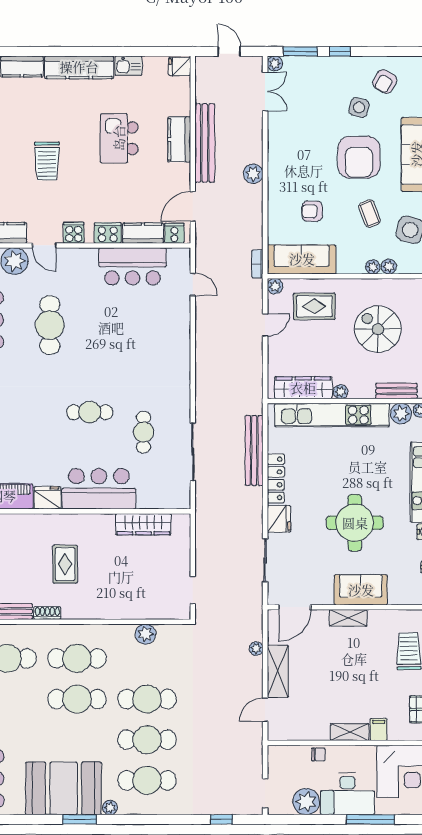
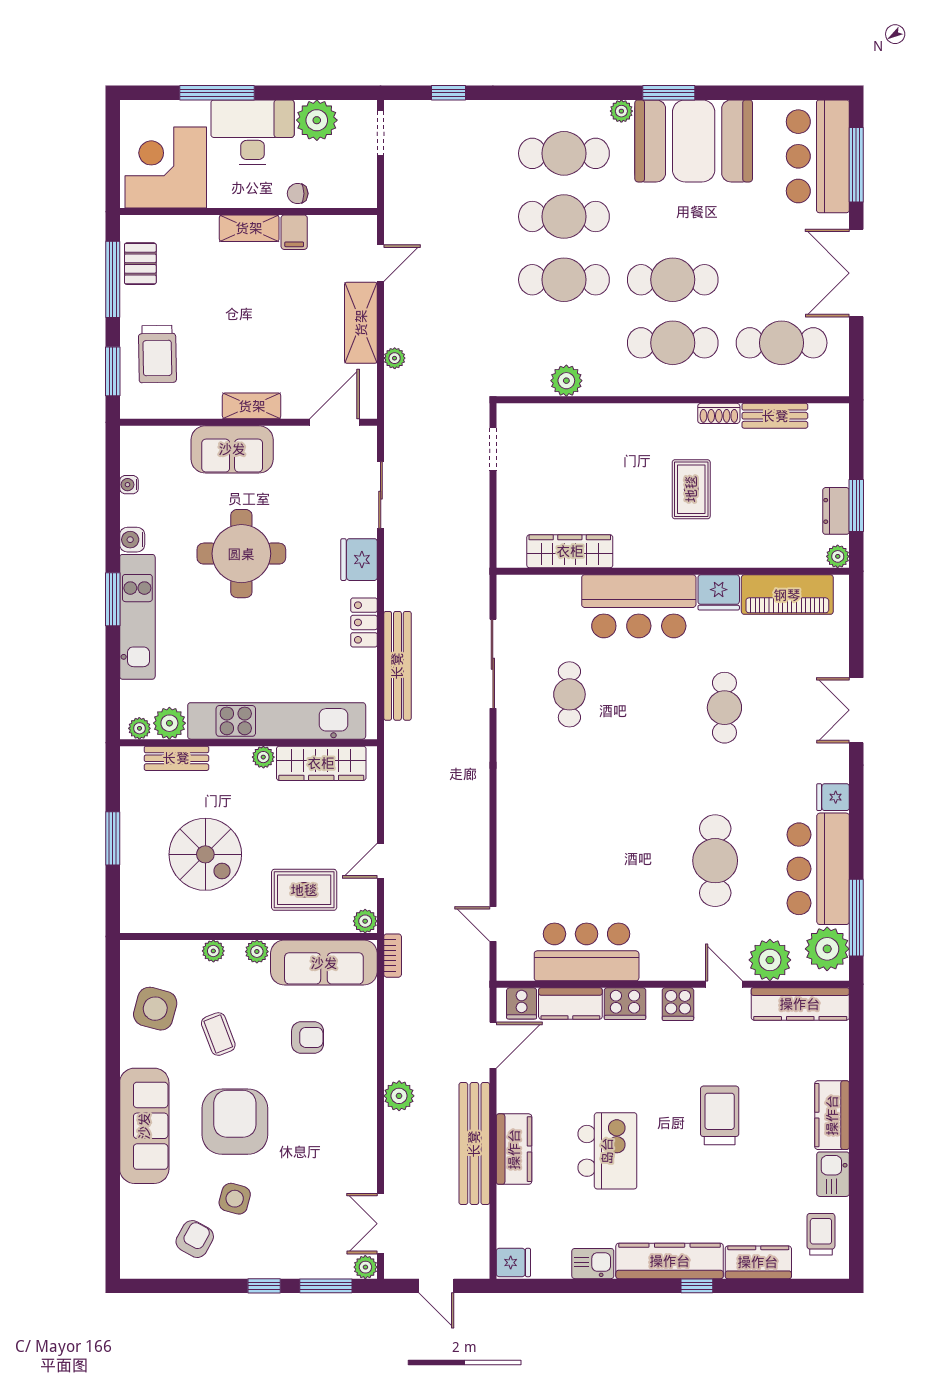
window: (61, 51) -> (697, 1286), added
plant: (389, 267) -> (257, 952), moved
cafe table: (90, 412) -> (724, 708), moved, turned 90
locker: (276, 478) -> (364, 622), width x0.66
filing cabinet: (379, 730) -> (294, 232), moved

